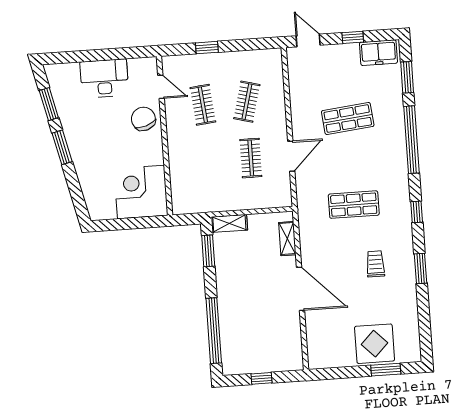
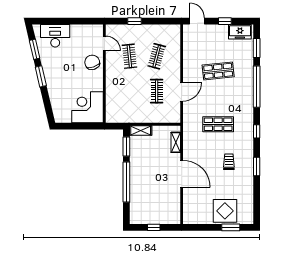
desk: (104, 78) -> (55, 36), moved
window: (214, 331) -> (126, 182), moved

